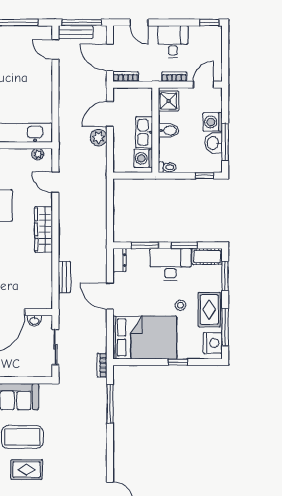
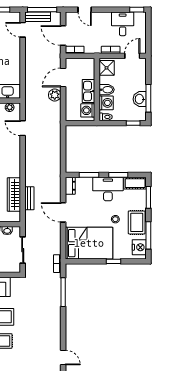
desk: (173, 42) -> (123, 24), moved
washing machine: (213, 122) -> (106, 103), moved, turned 180
wardrobe: (44, 229) -> (14, 195), moved

